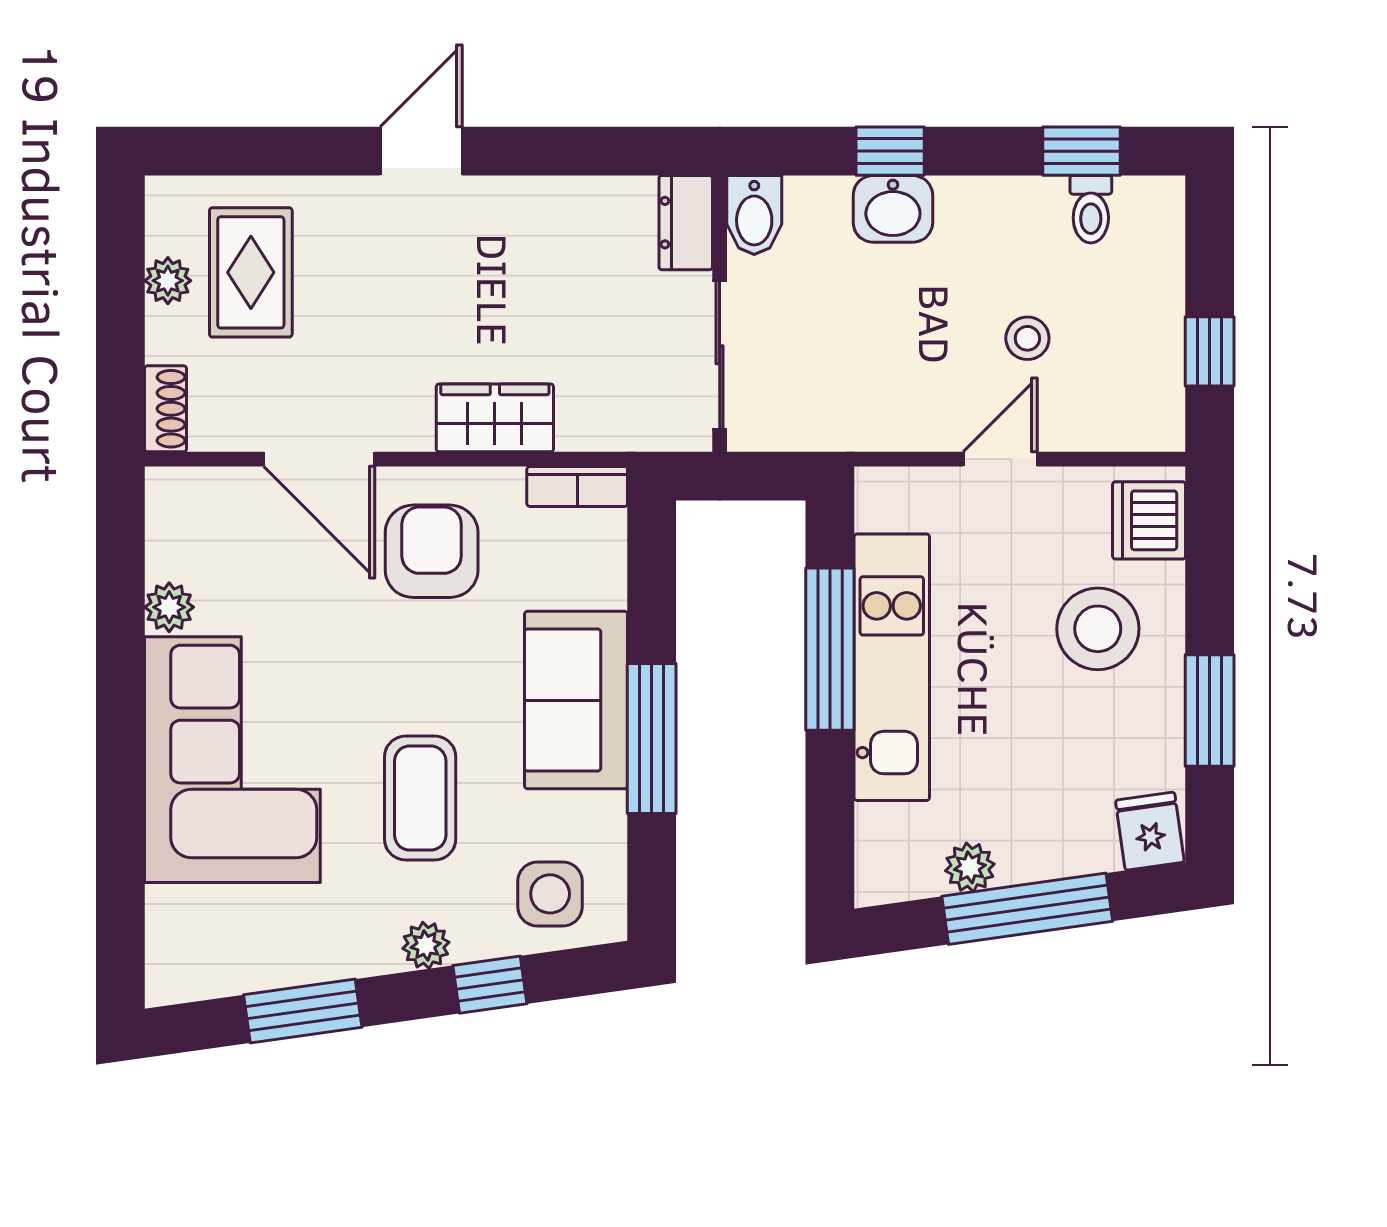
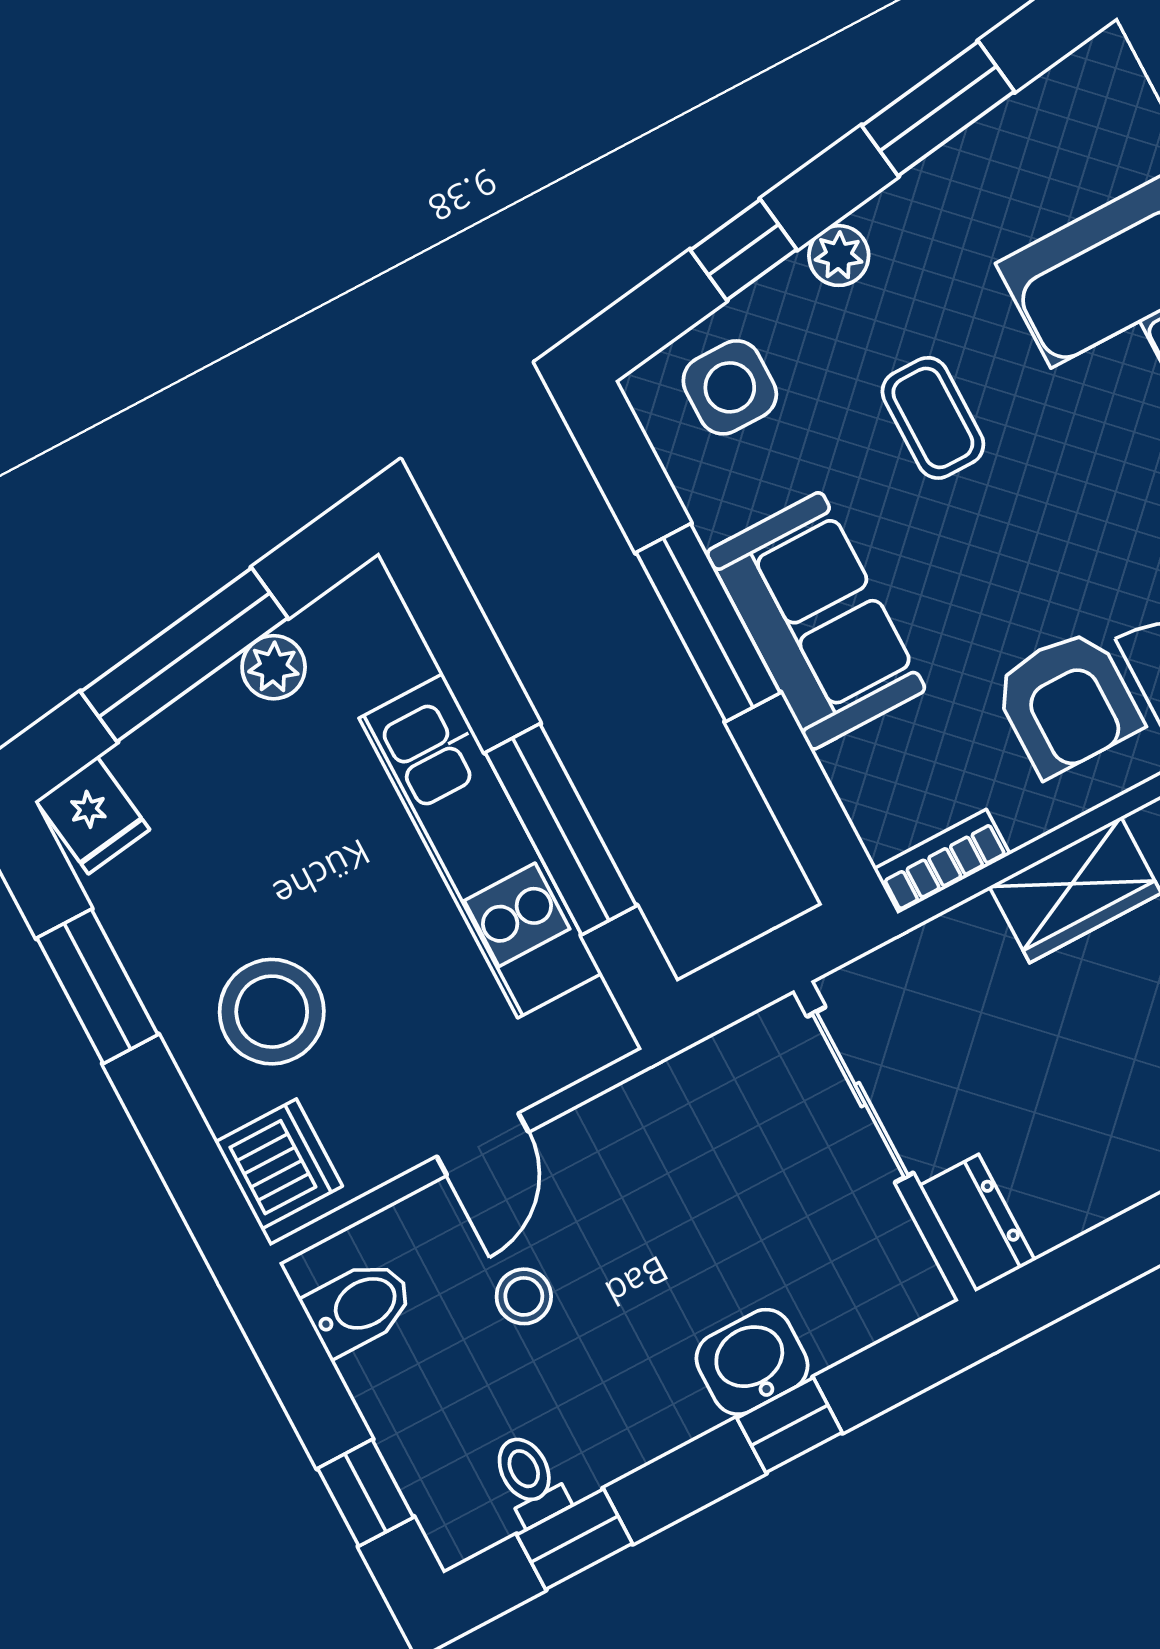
bidet: (754, 215) -> (359, 1307), moved, turned 90
window: (1210, 351) -> (366, 1493), moved
coffee table: (420, 798) -> (933, 418), width x0.73, depth x0.77

